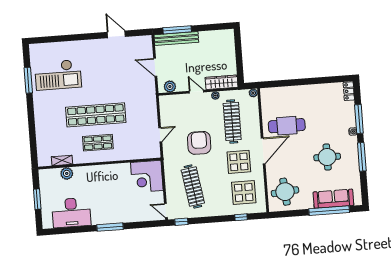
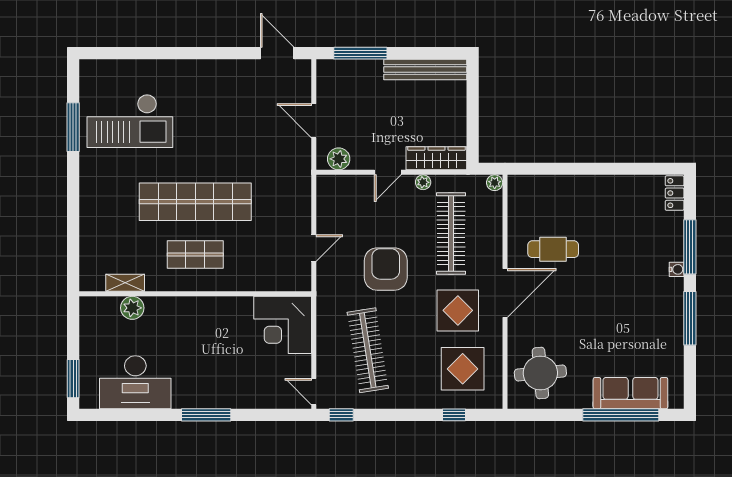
door: (116, 34) -> (277, 53), moved
bench: (176, 39) -> (425, 69), moved
door: (196, 92) -> (388, 172), swing flipped
cafe table: (287, 126) -> (553, 249), width x0.73, depth x0.74
round table: (327, 157) -> (625, 314), removed
window: (37, 199) -> (73, 379), moved

